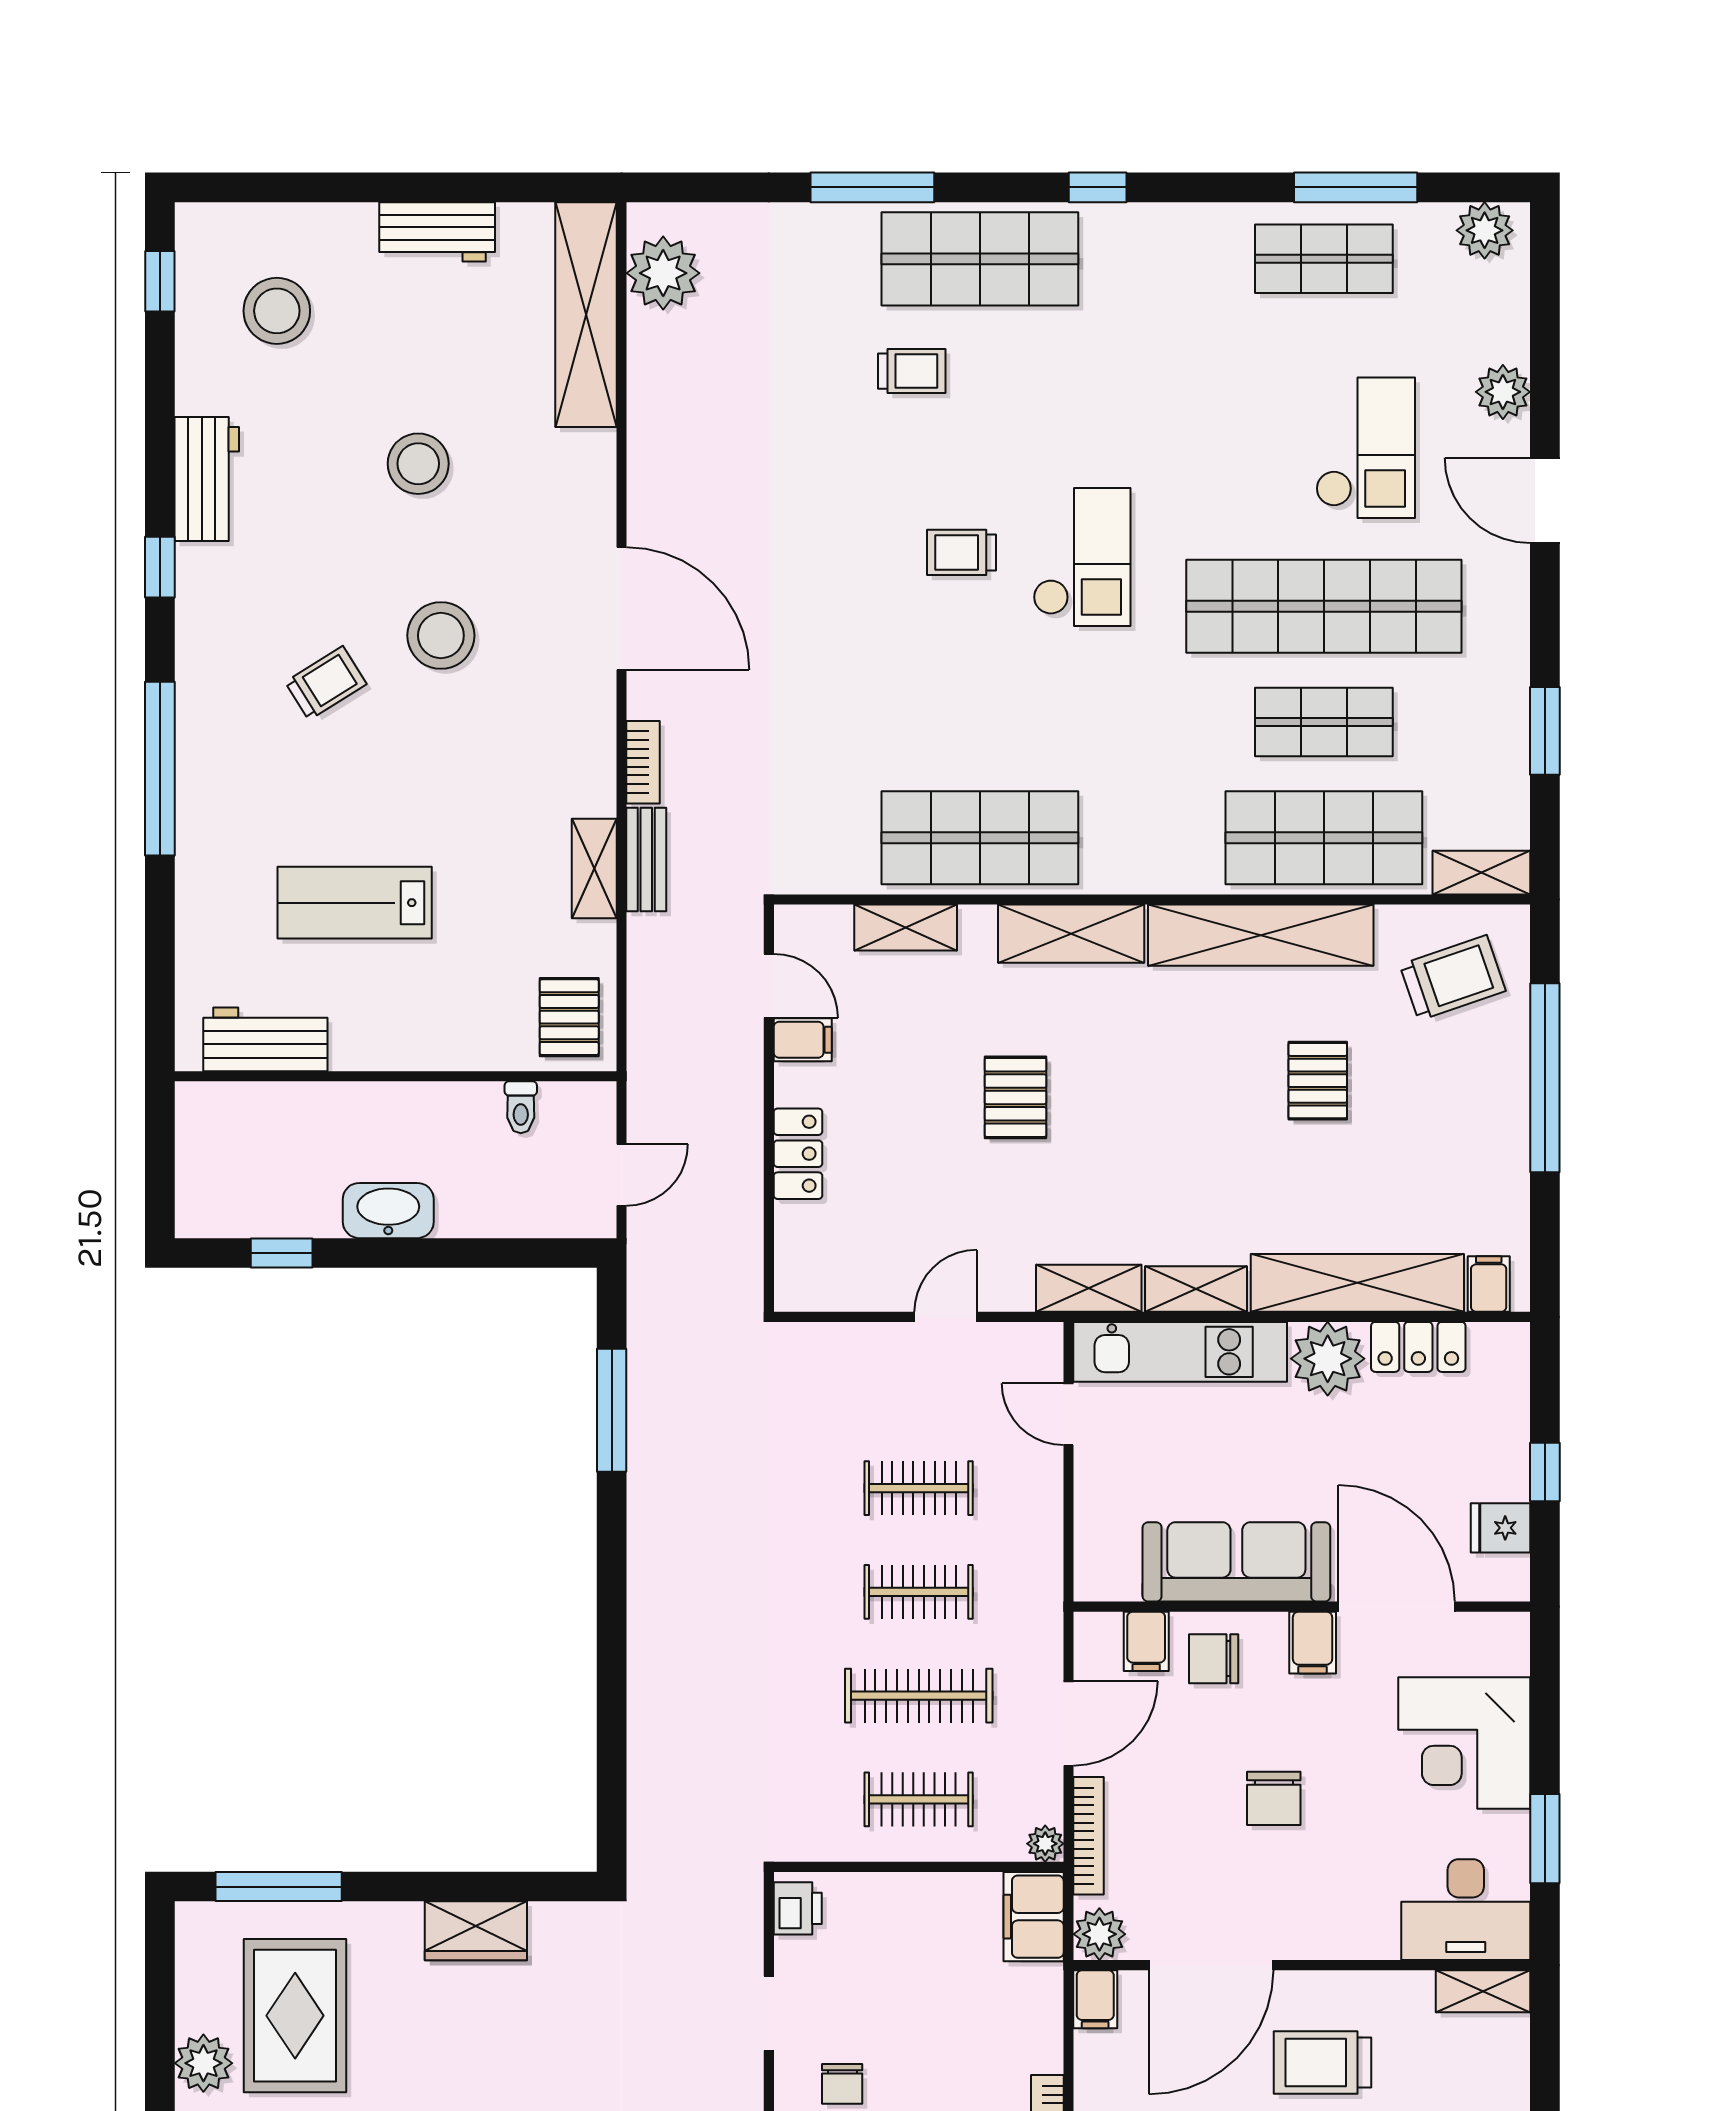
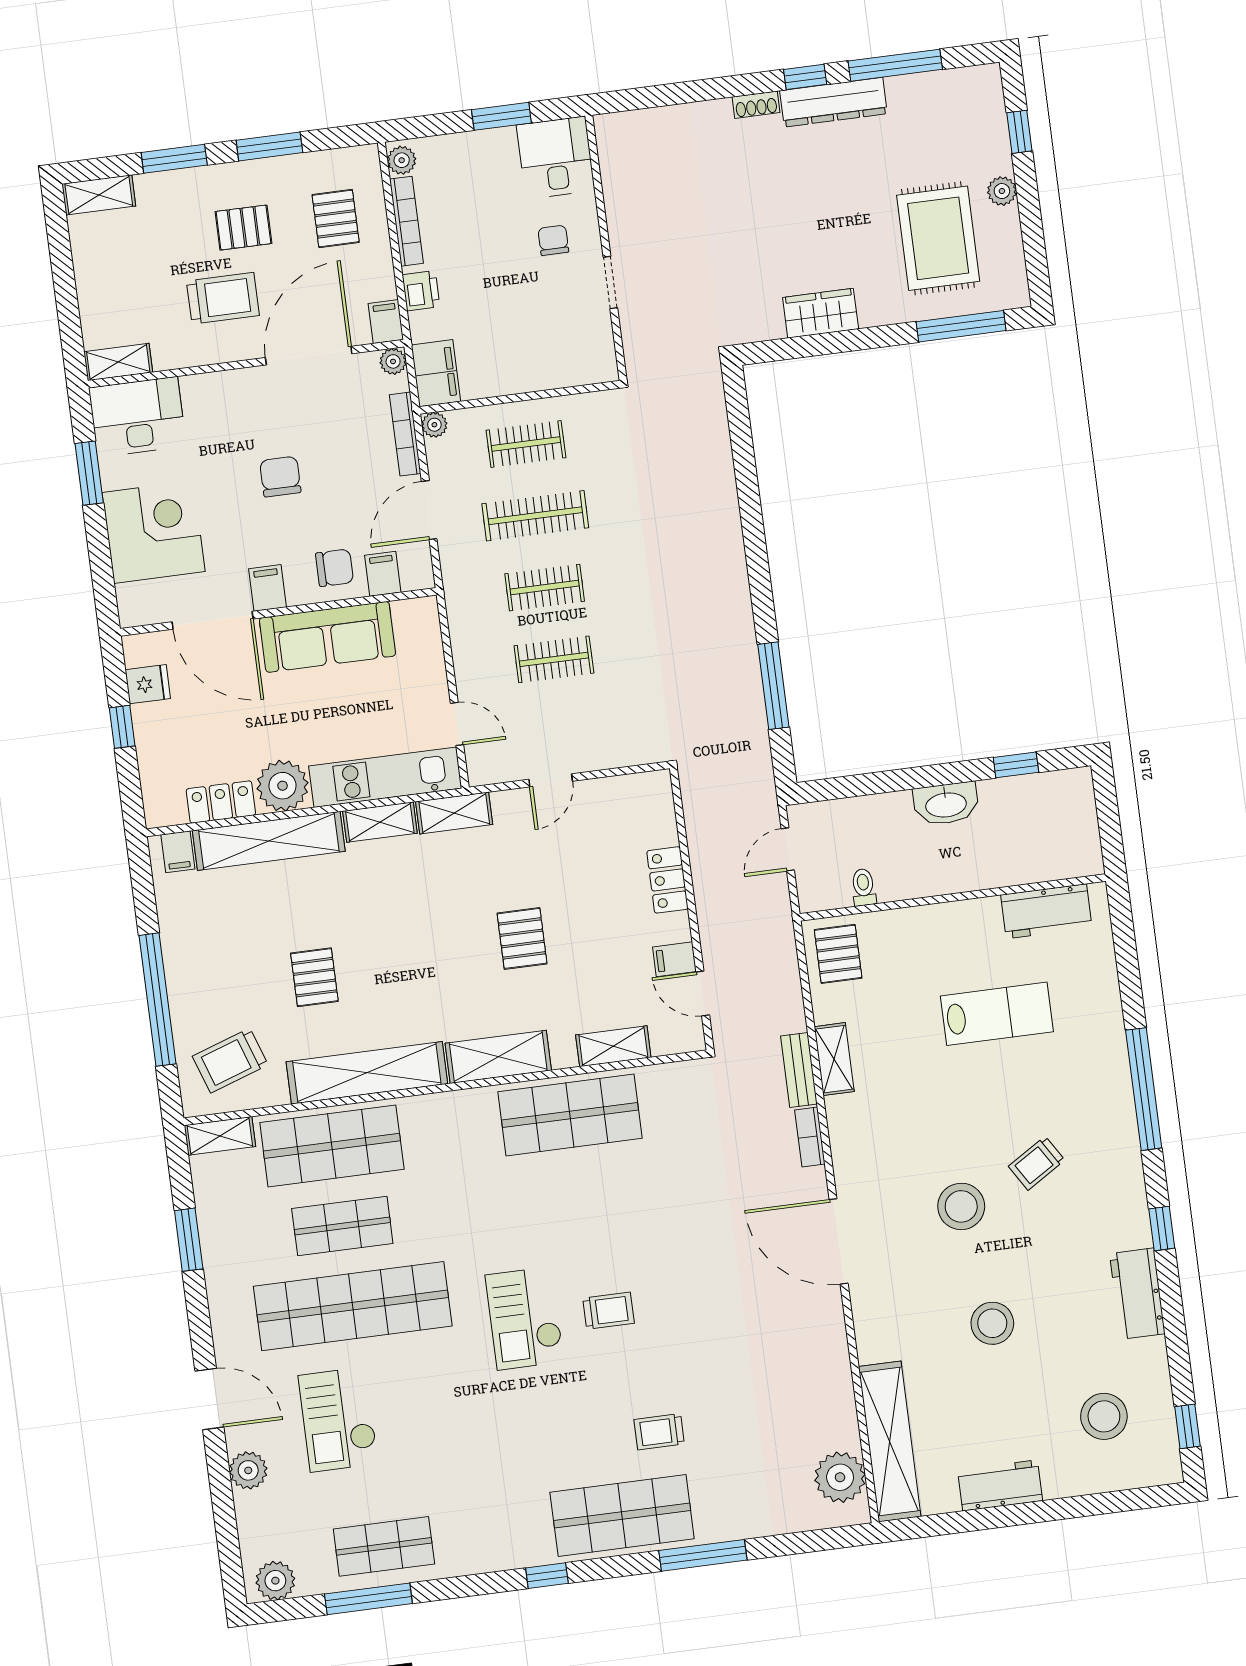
printer: (798, 1908) -> (421, 291), moved, turned 180
plant: (1099, 1934) -> (393, 361), width x0.73, depth x0.73
plant: (203, 2063) -> (1002, 191), width x0.73, depth x0.73

